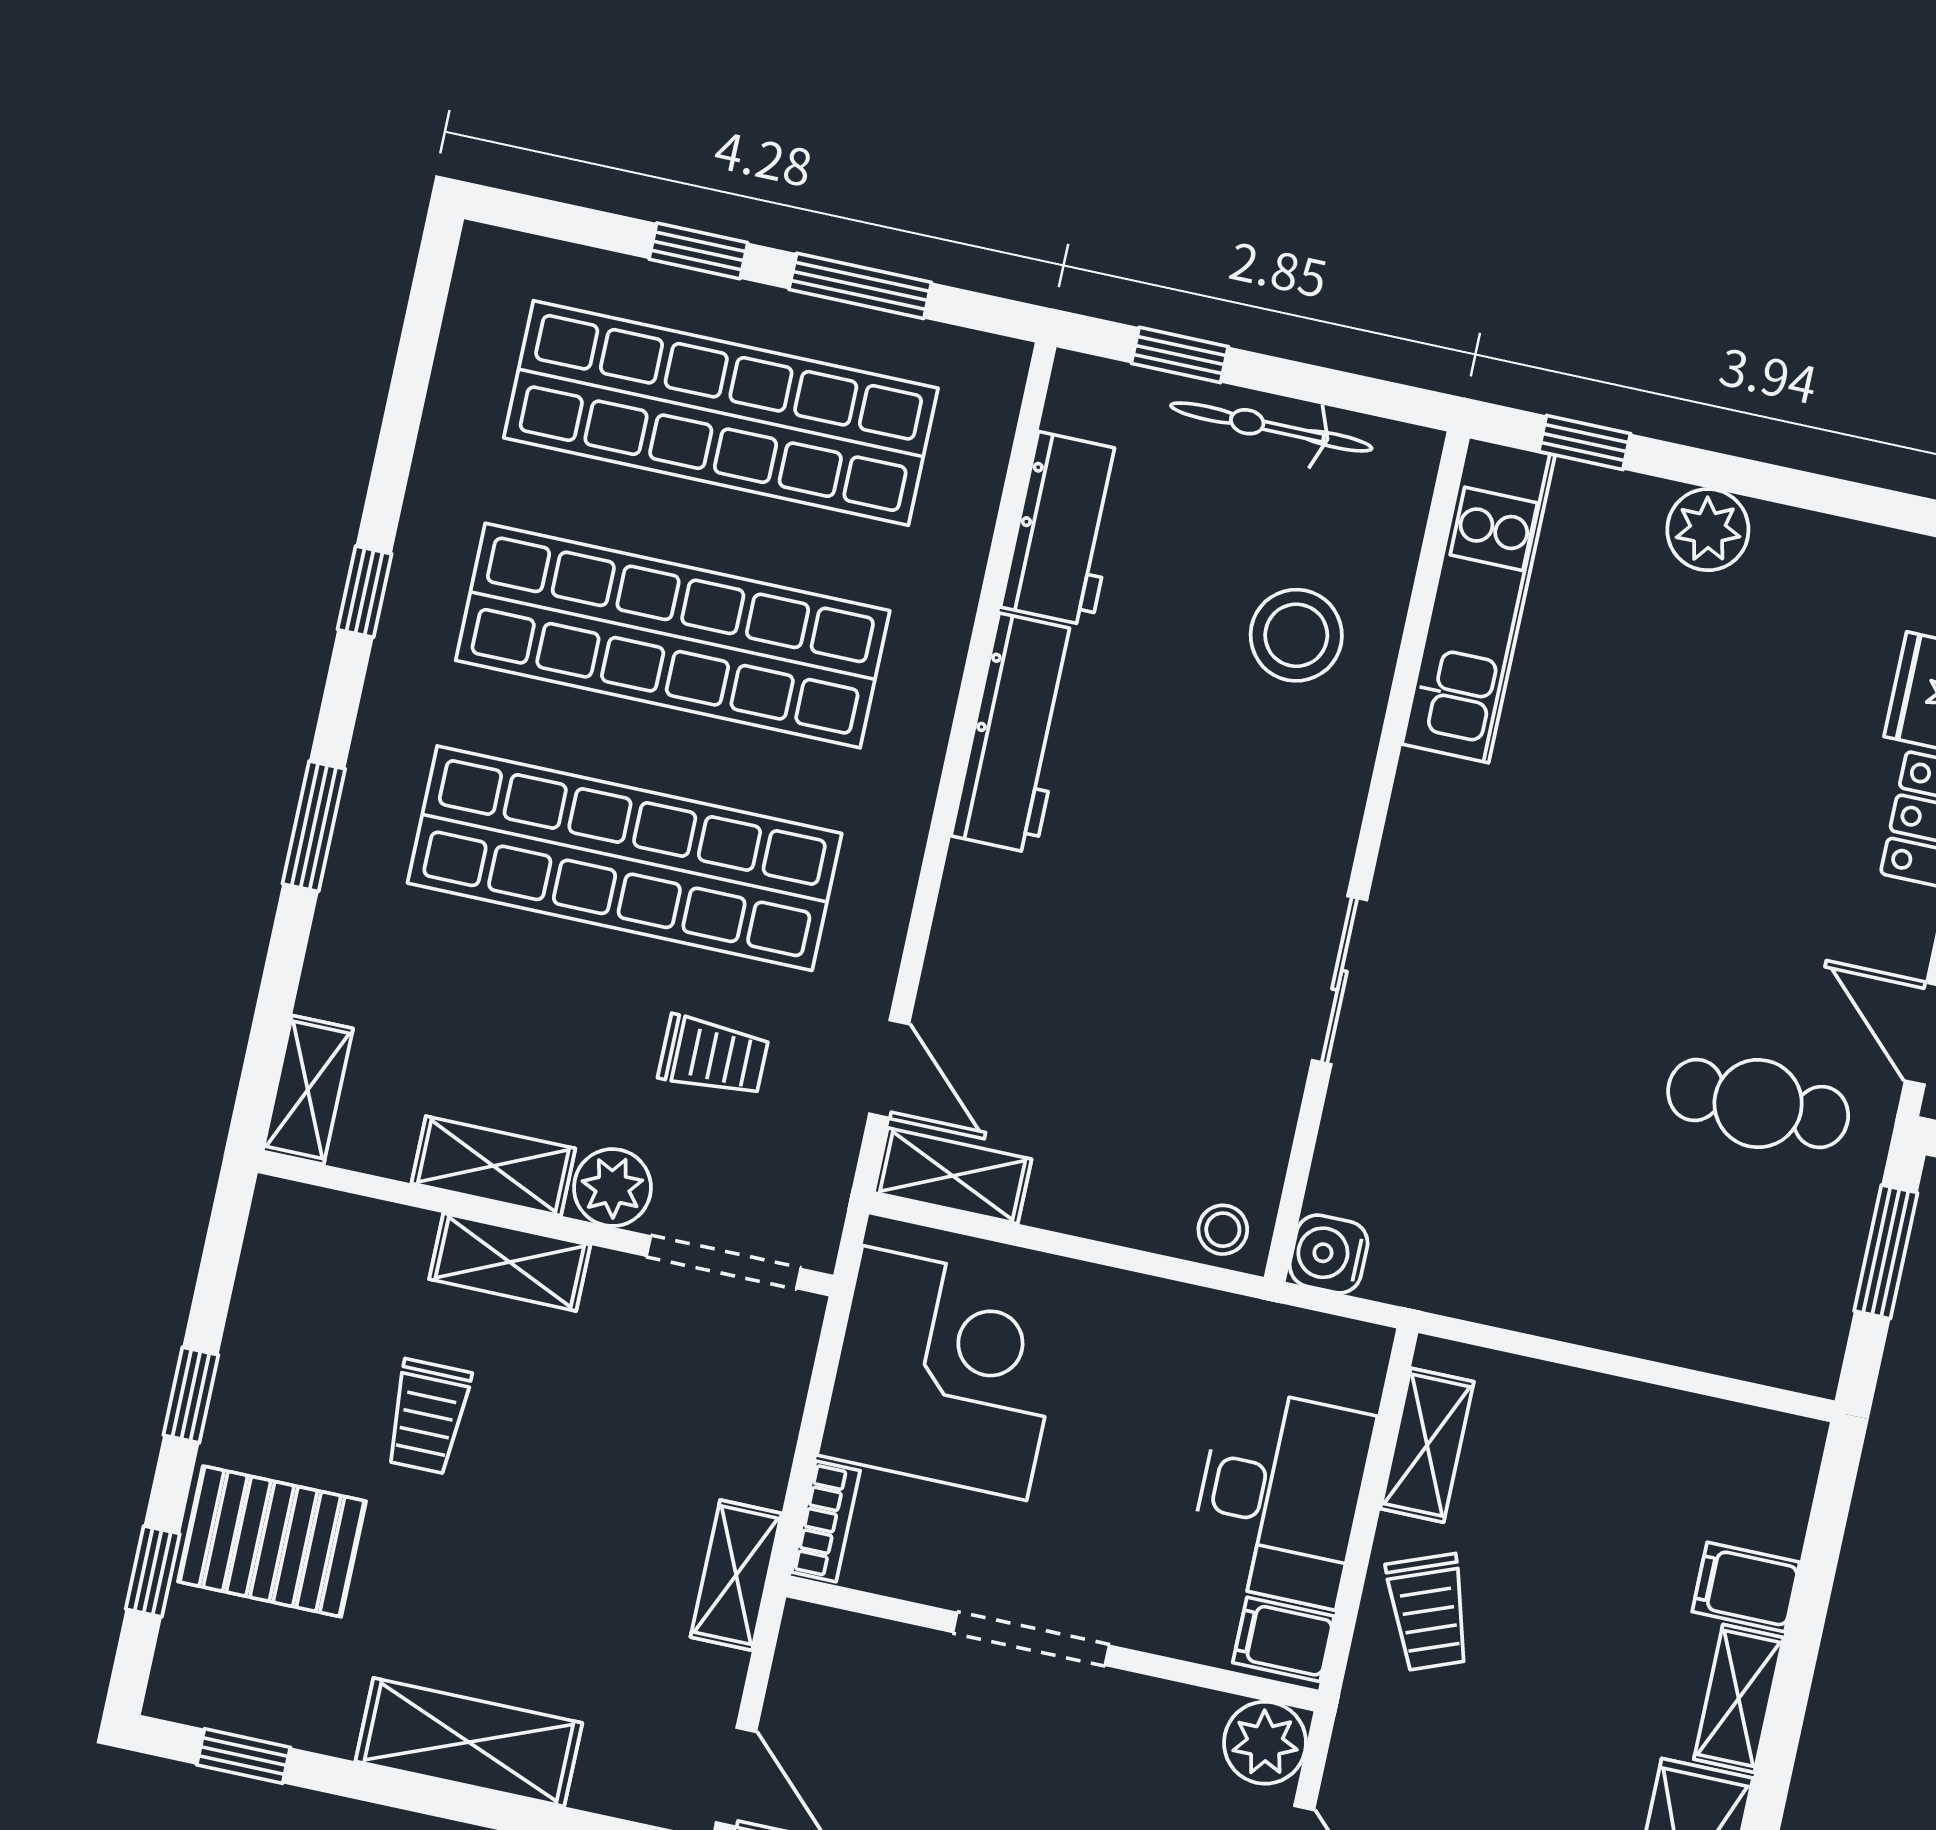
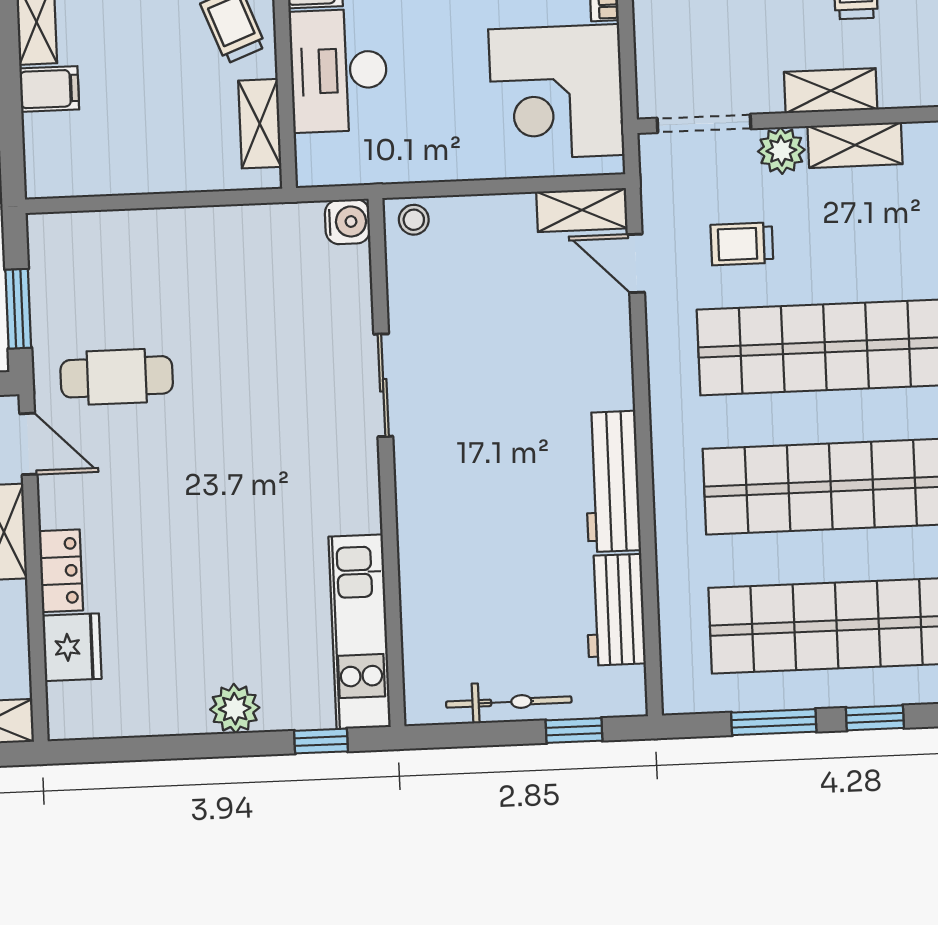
stool: (1296, 635) -> (462, 583), removed

